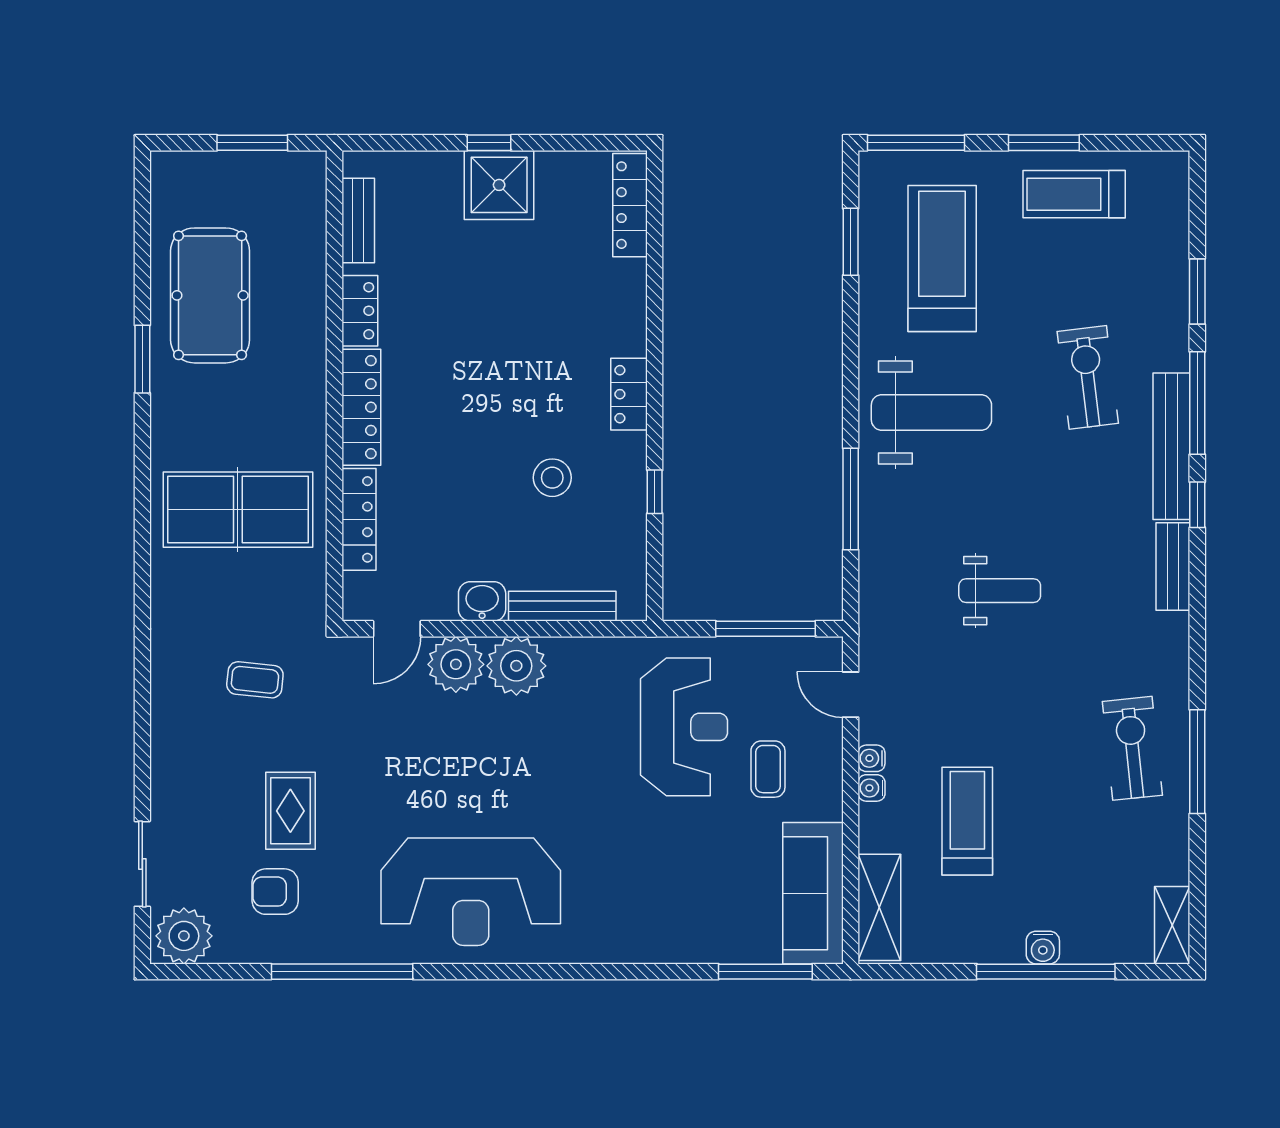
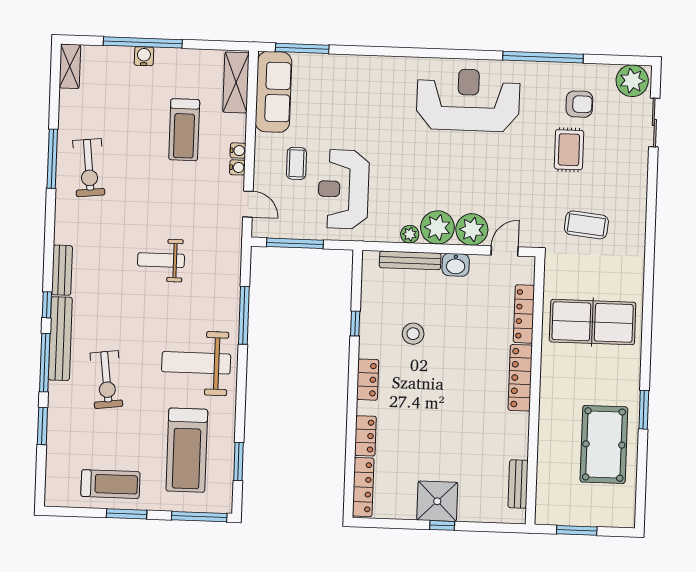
locker: (360, 311) -> (365, 436), moved, turned 180
plant: (565, 652) -> (410, 234), added
coffee table: (255, 680) -> (586, 225), width x1.36, depth x1.30

